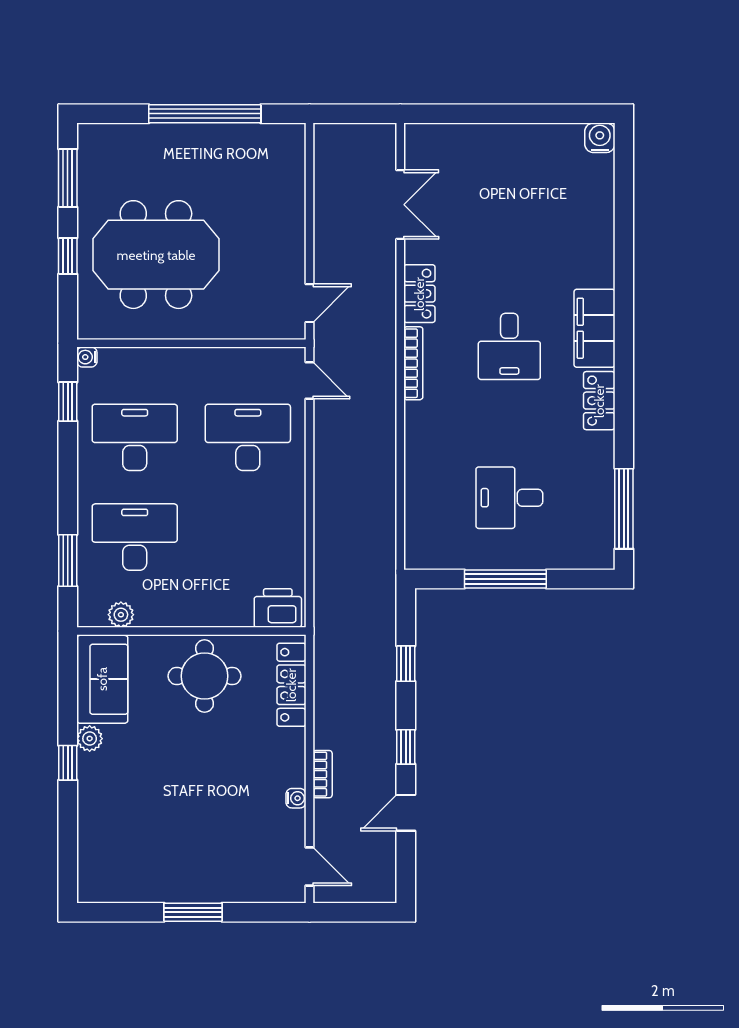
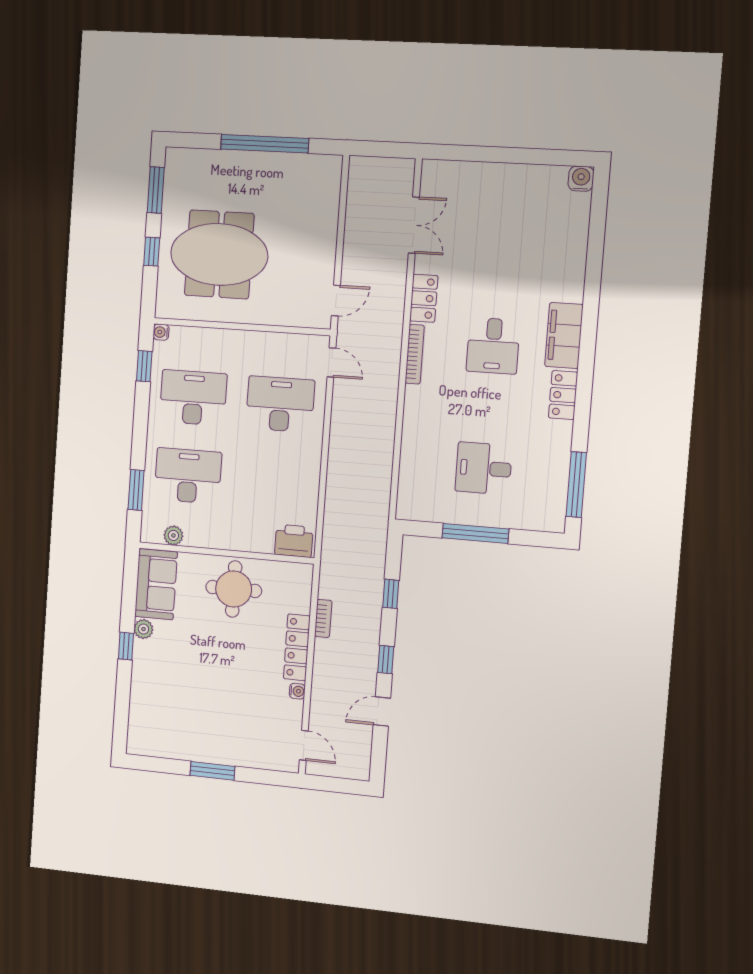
locker: (291, 685) -> (297, 647), moved
bookcase: (323, 774) -> (323, 618), moved

